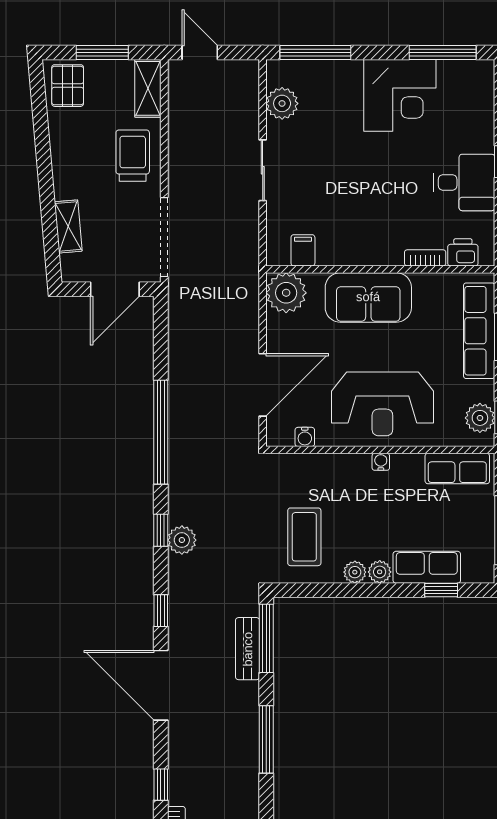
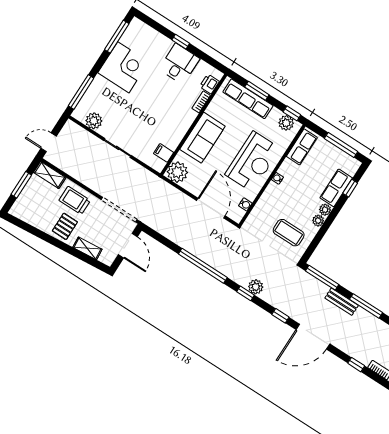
pallet: (68, 86) -> (65, 226), moved, turned 90
bench: (248, 649) -> (342, 302), moved

